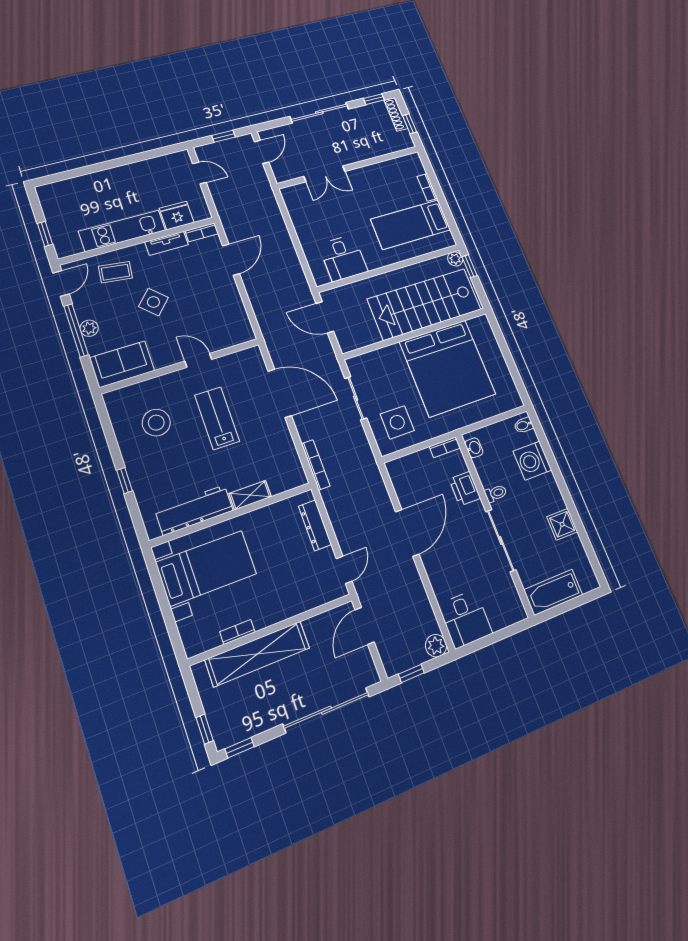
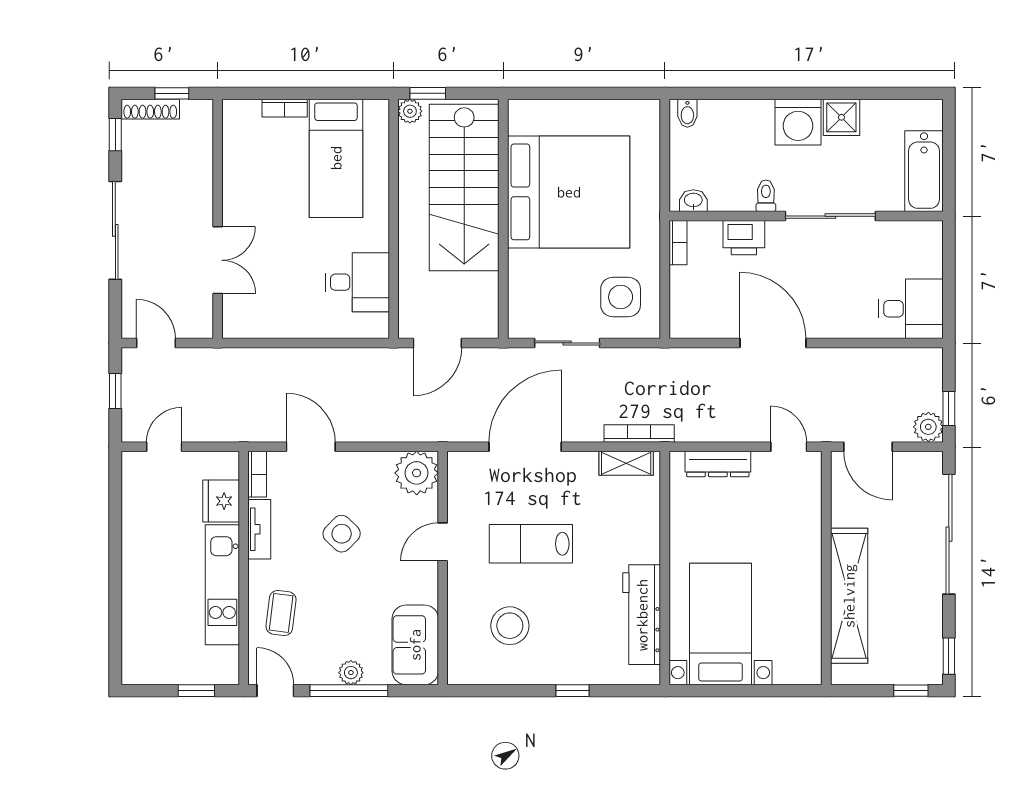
side table: (153, 302) -> (342, 534), moved
plant: (238, 330) -> (417, 473), added
washing machine: (532, 461) -> (798, 122), moved
shelving: (250, 495) -> (626, 463), moved, turned 90
bookcase: (237, 632) -> (813, 612), removed
plant: (436, 646) -> (928, 427), moved

